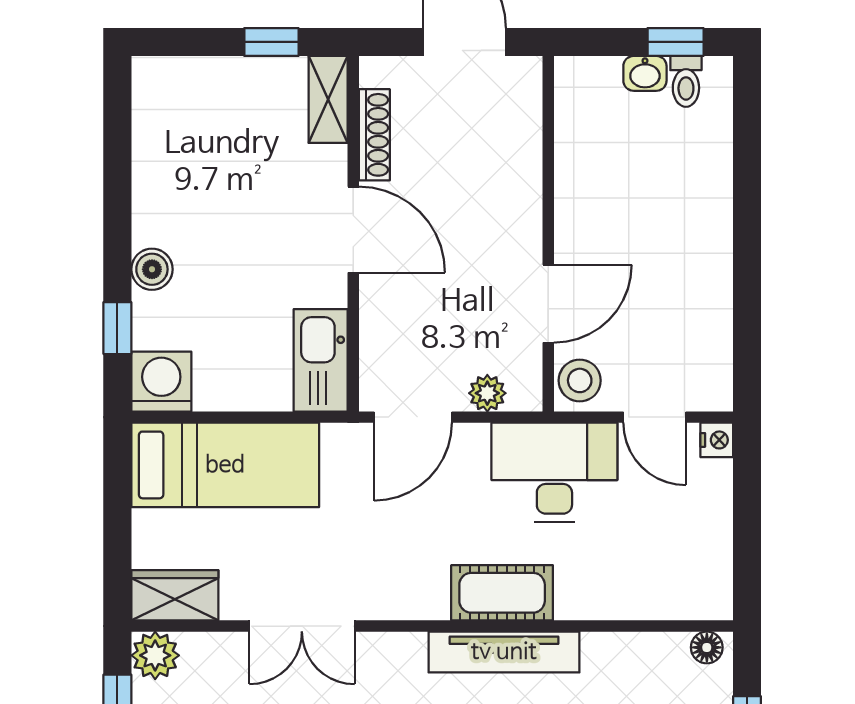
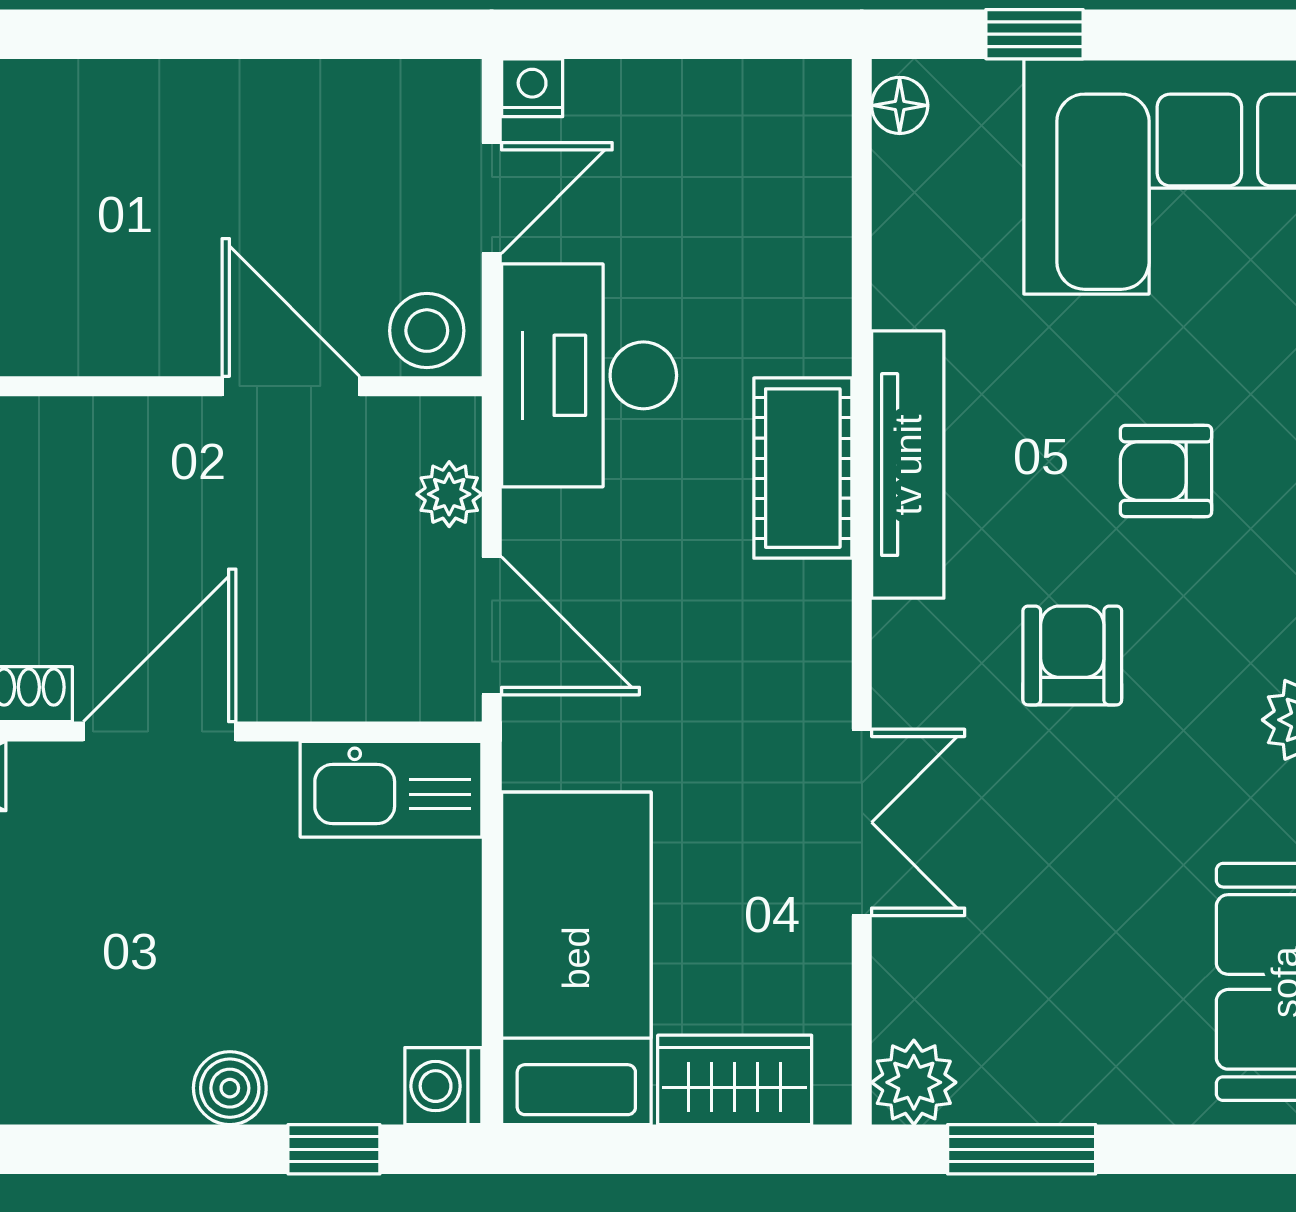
washing machine: (161, 382) -> (443, 1086), width x0.73, depth x0.73
wardrobe: (175, 595) -> (735, 1080), moved, turned 90

